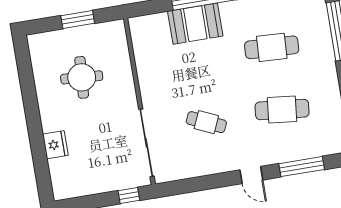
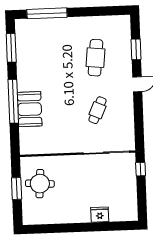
cafe table: (272, 47) -> (52, 59), removed
round table: (82, 77) -> (40, 184), moved
window: (302, 167) -> (136, 49), width x0.69

